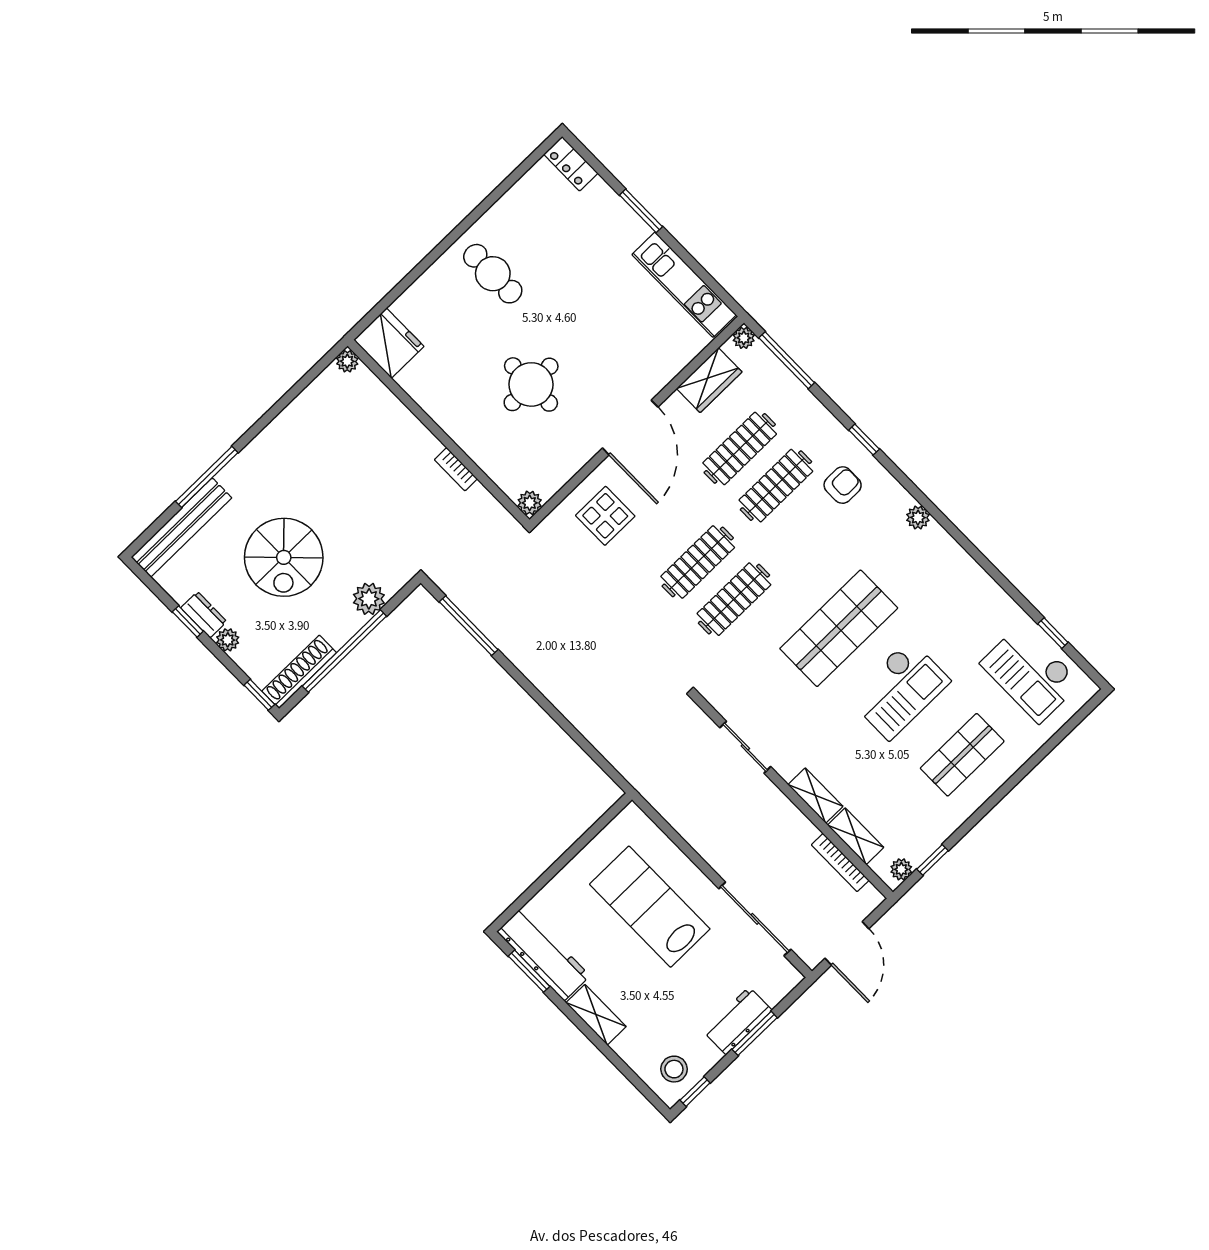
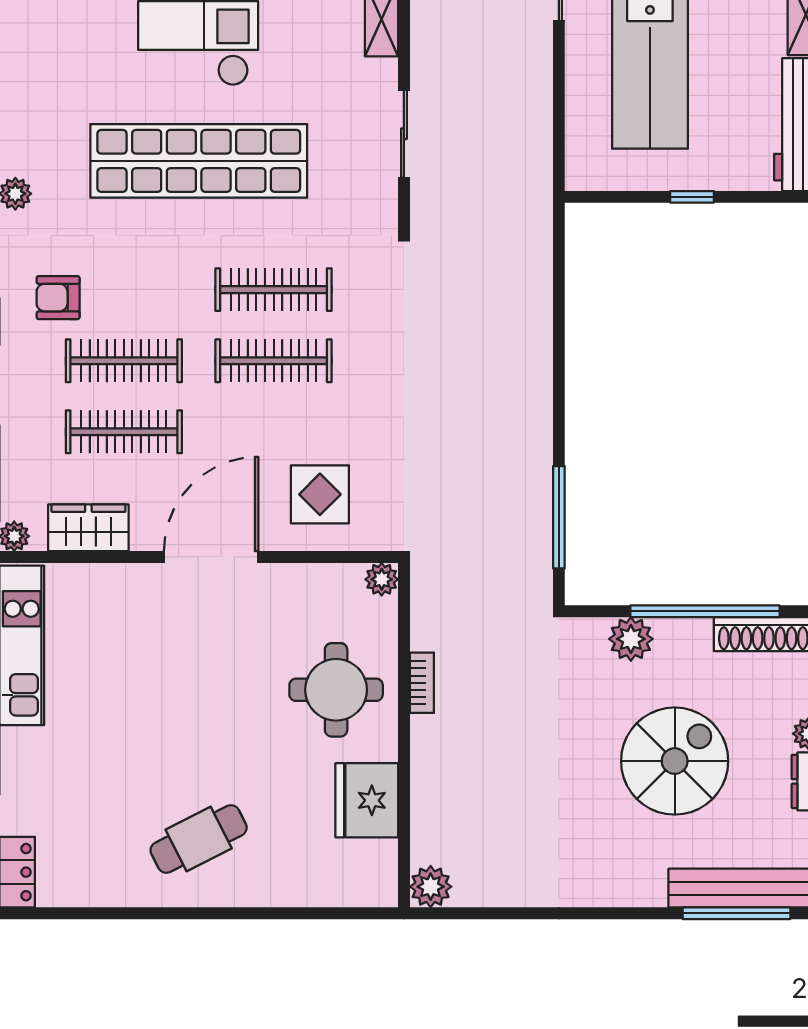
cafe table: (493, 274) -> (199, 839), turned 63
fridge: (389, 343) -> (367, 800), moved
plant: (347, 361) -> (431, 887), width x1.38, depth x1.38
round table: (531, 384) -> (336, 690), moved
window: (207, 477) -> (736, 913), moved
shop shelf: (839, 628) -> (199, 161), width x1.40
window: (562, 861) -> (692, 197), added

